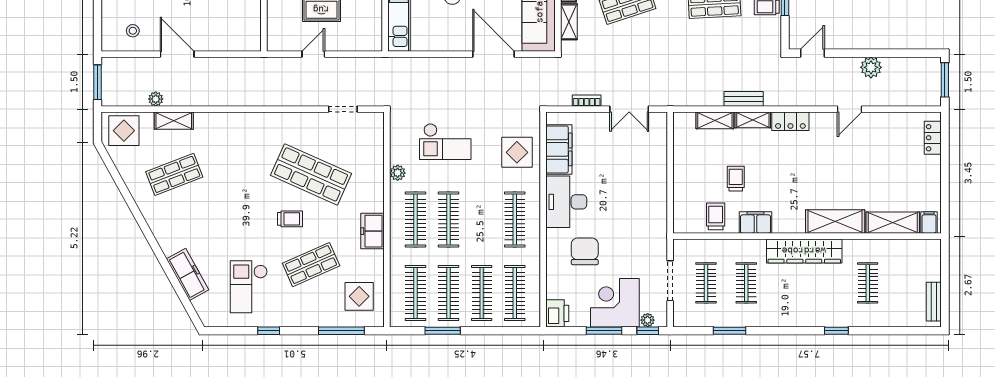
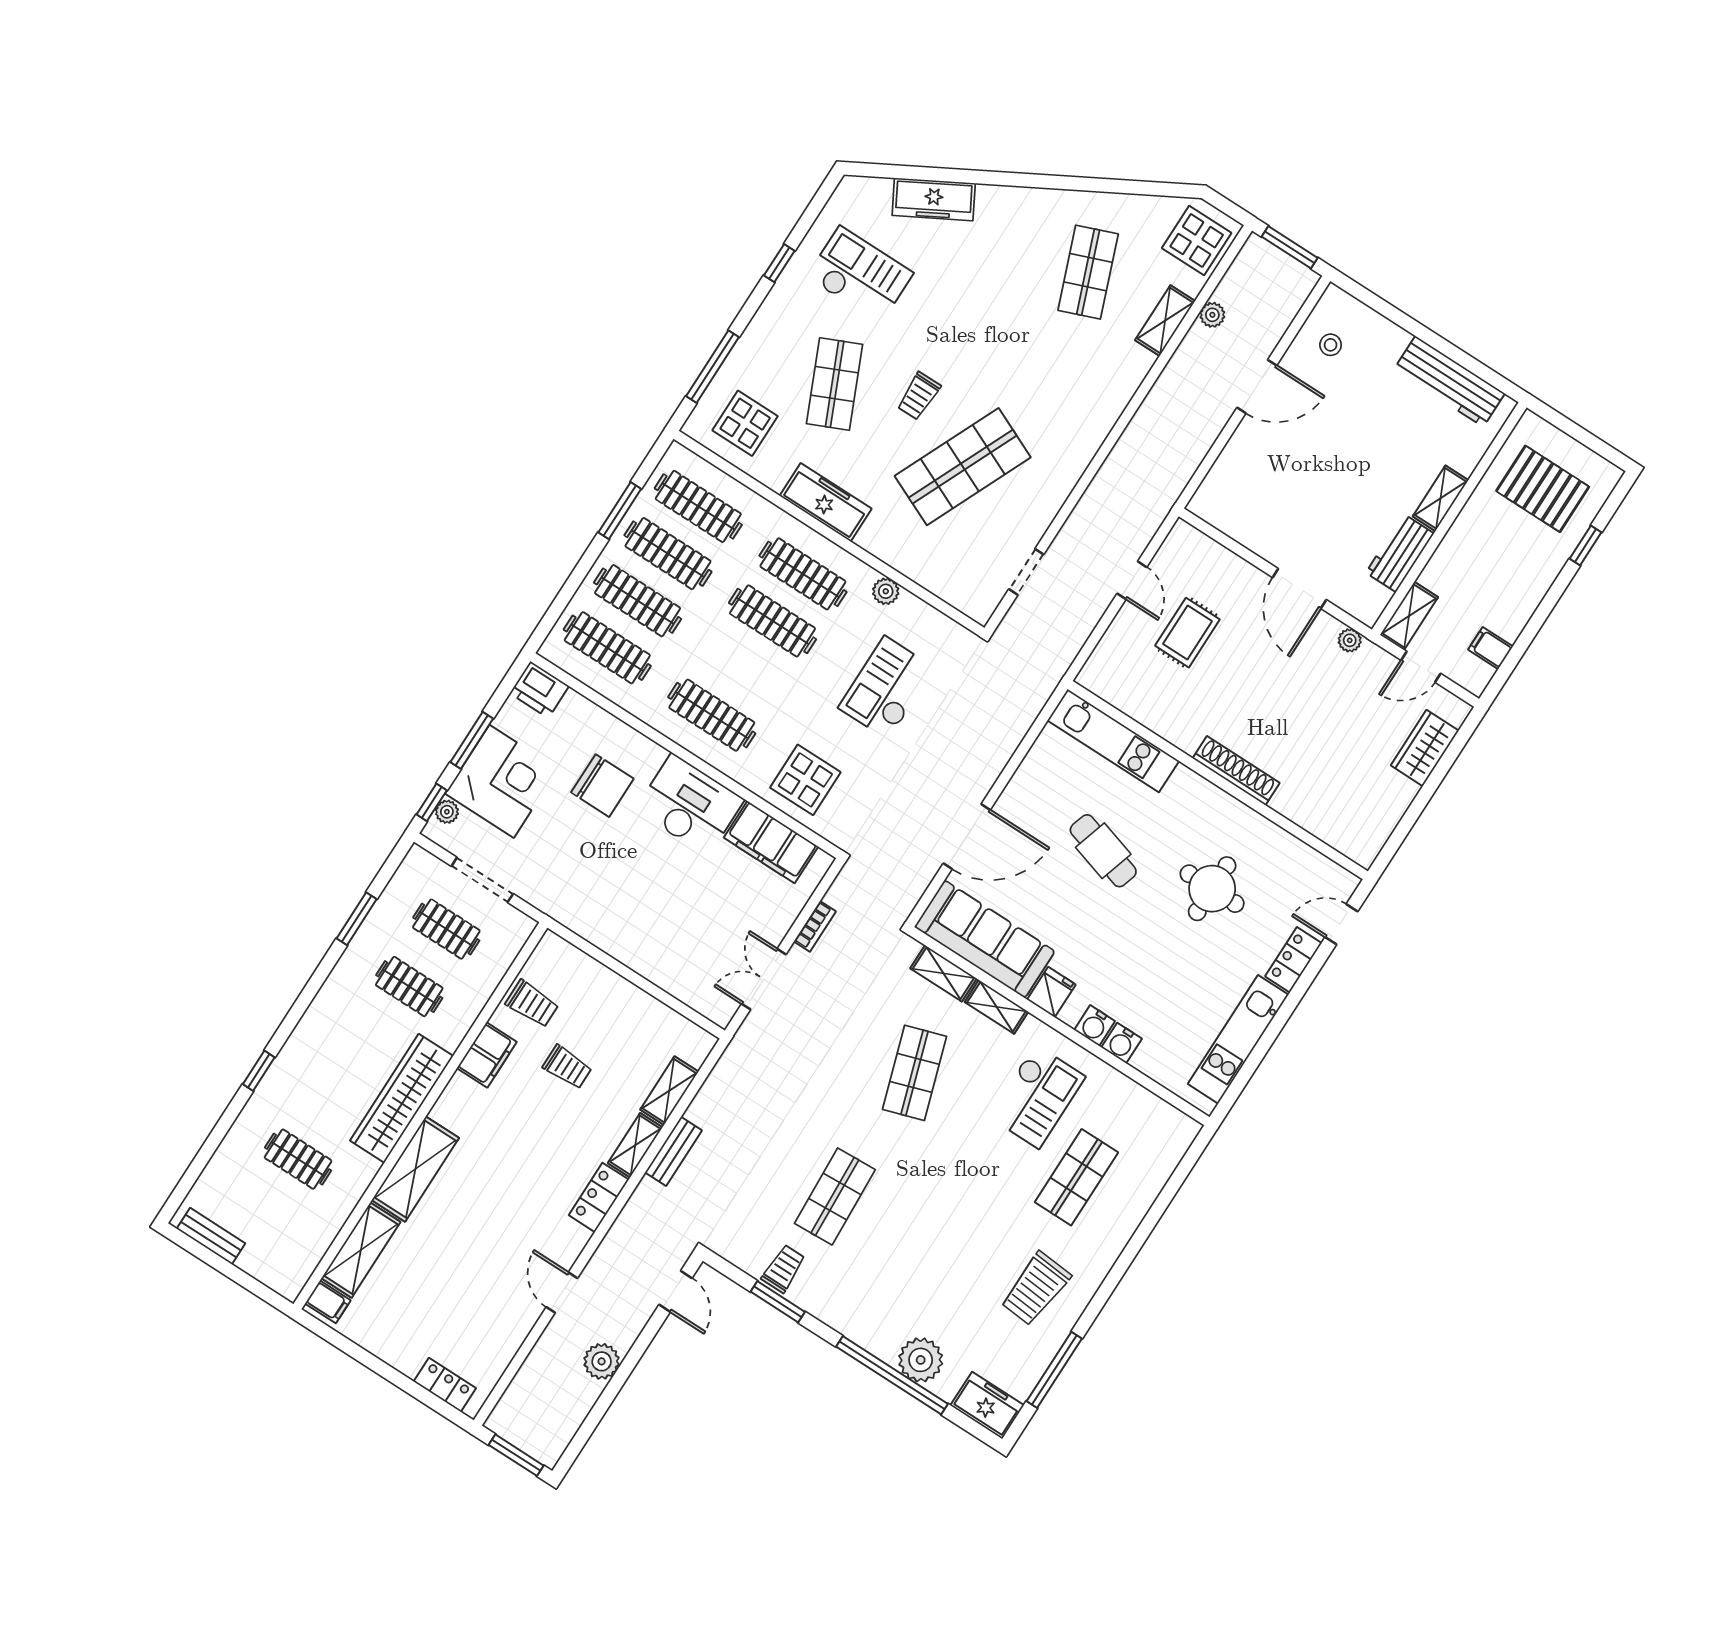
freezer: (373, 231) -> (826, 502), width x1.40

